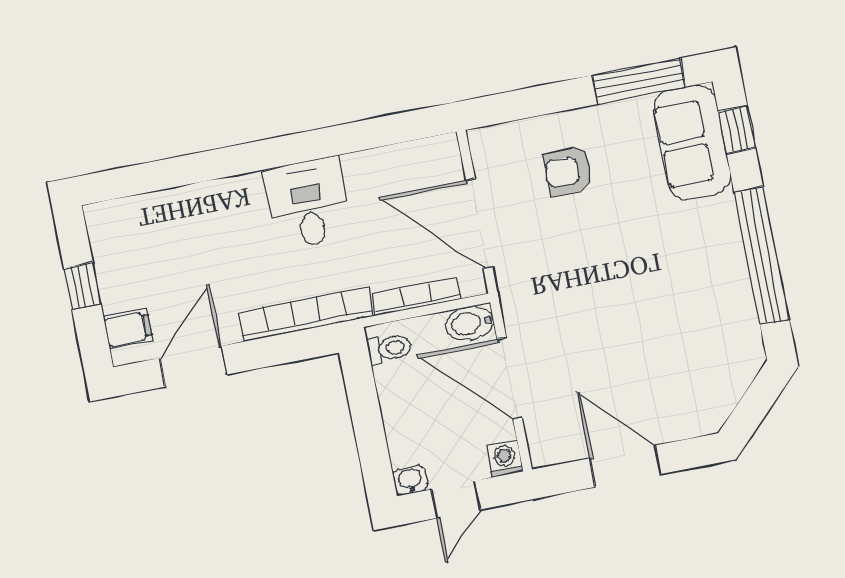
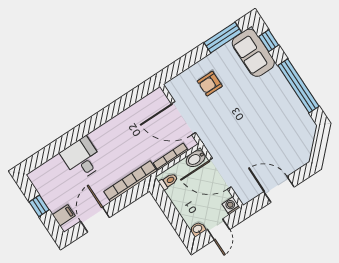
desk: (308, 203) -> (82, 159), moved

